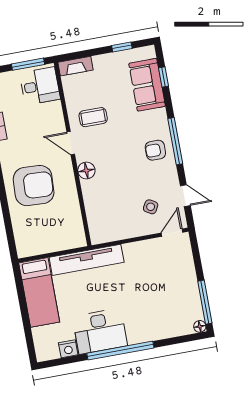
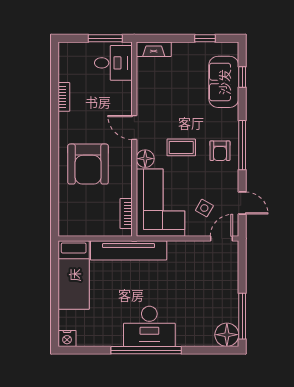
coffee table: (93, 117) -> (181, 147), moved
armchair: (155, 150) -> (220, 151), turned -90
armchair: (34, 186) -> (88, 164), turned 87
corner sofa: (108, 209) -> (160, 203), added
bookcase: (78, 225) -> (126, 213), added
floor lamp: (200, 326) -> (227, 335), width x1.89, depth x1.89
desk: (100, 331) -> (149, 326), moved
nightstand: (68, 349) -> (67, 338), moved

